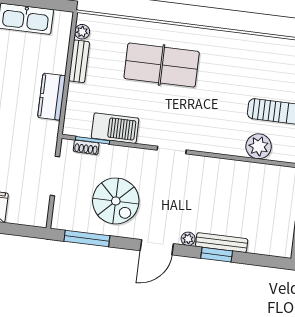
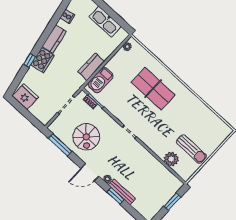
bench: (79, 61) -> (116, 59), removed
barbecue: (115, 128) -> (100, 80), moved, turned 90

